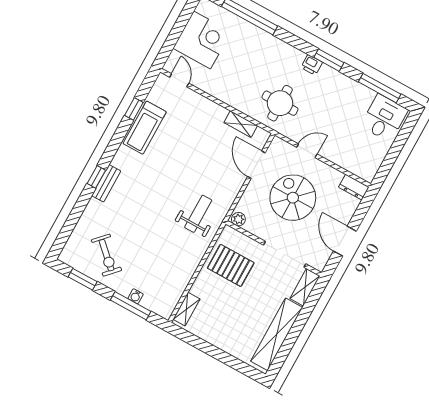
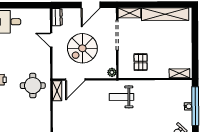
shelving: (241, 124) -> (57, 91), moved
door: (307, 151) -> (51, 40), moved
pallet: (231, 265) -> (141, 62), width x0.67, depth x0.71
window: (131, 306) -> (195, 106), width x1.46

